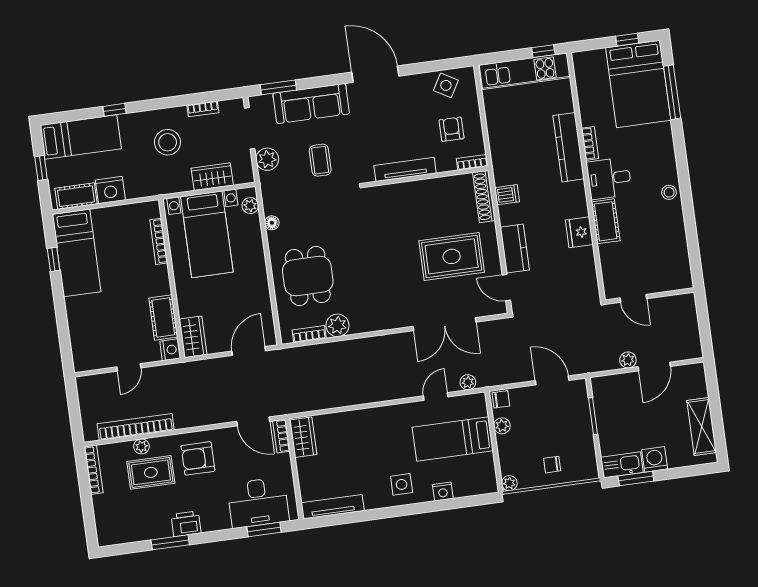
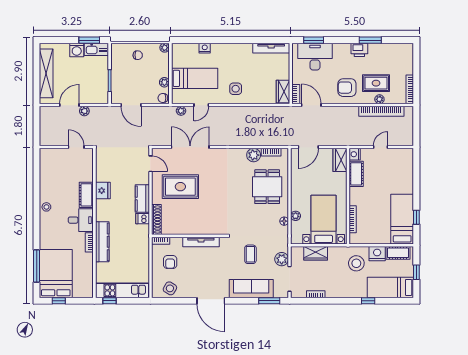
stool: (168, 142) -> (356, 263), moved
plant: (250, 206) -> (296, 216), moved
kitchen counter: (515, 249) -> (142, 199), moved
shelving: (702, 427) -> (46, 73), width x1.47
armchair: (198, 458) -> (347, 88), turned 180
side table: (402, 484) -> (236, 89), moved

